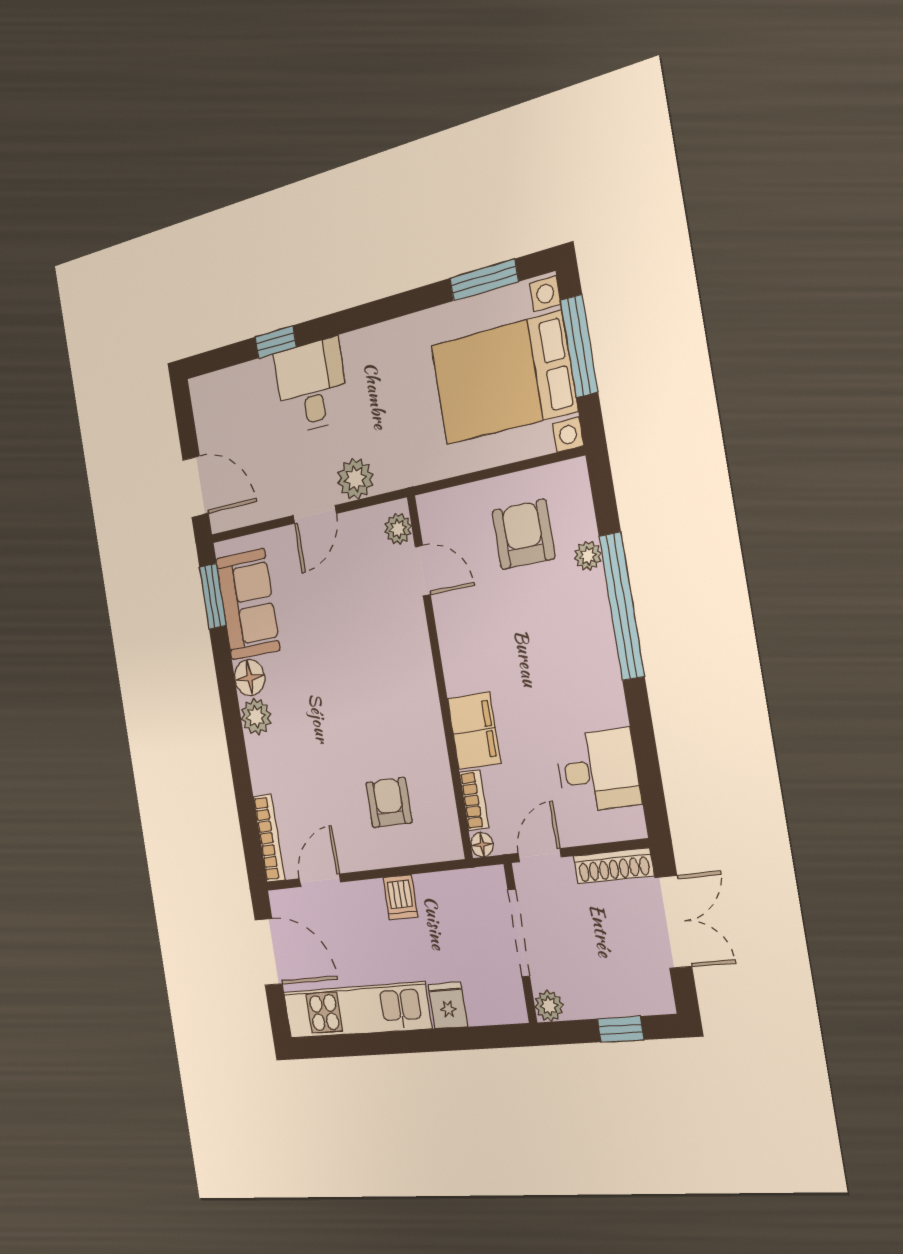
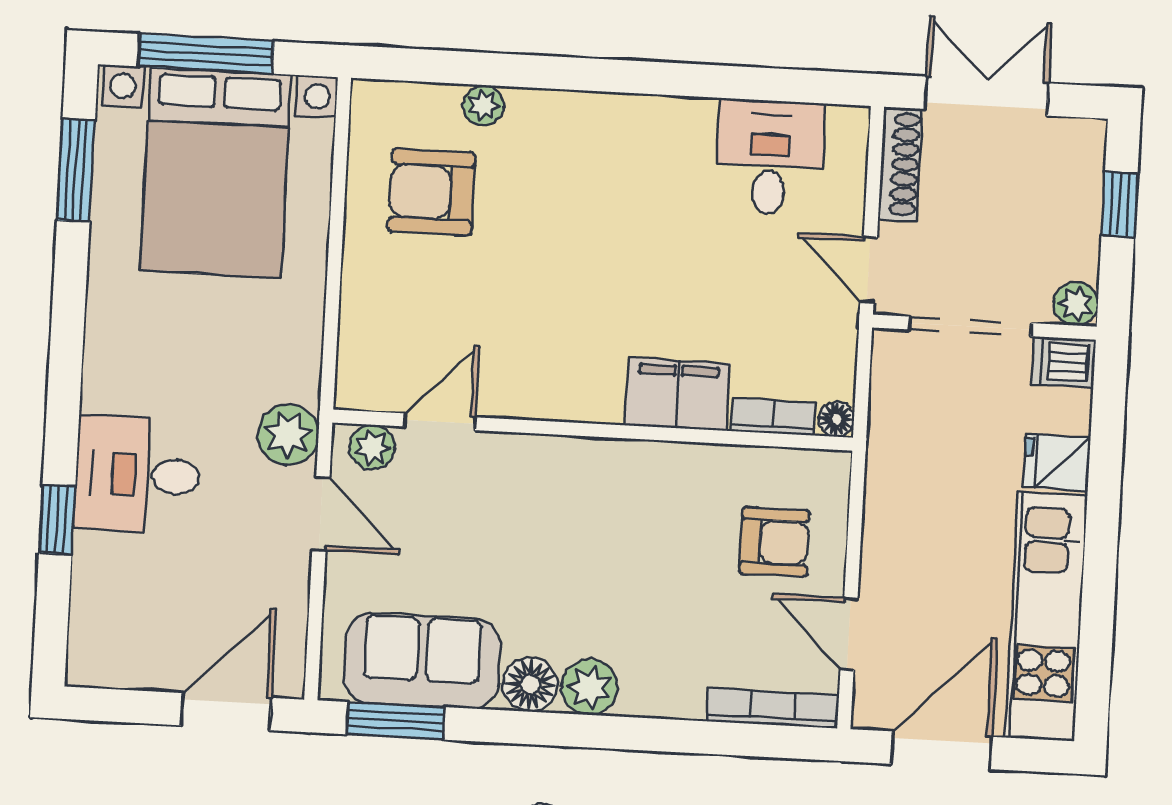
plant: (398, 529) -> (372, 447), moved
door: (423, 571) -> (440, 422), moved
window: (622, 606) -> (560, 73), removed
wall: (440, 677) -> (593, 430), moved
filing cabinet: (474, 731) -> (678, 394), moved
bookcase: (474, 800) -> (773, 417), moved
armchair: (389, 803) -> (774, 542), moved, turned 180
floor lamp: (482, 845) -> (836, 419), moved
dishwasher: (400, 897) -> (1064, 362), moved, turned 180

